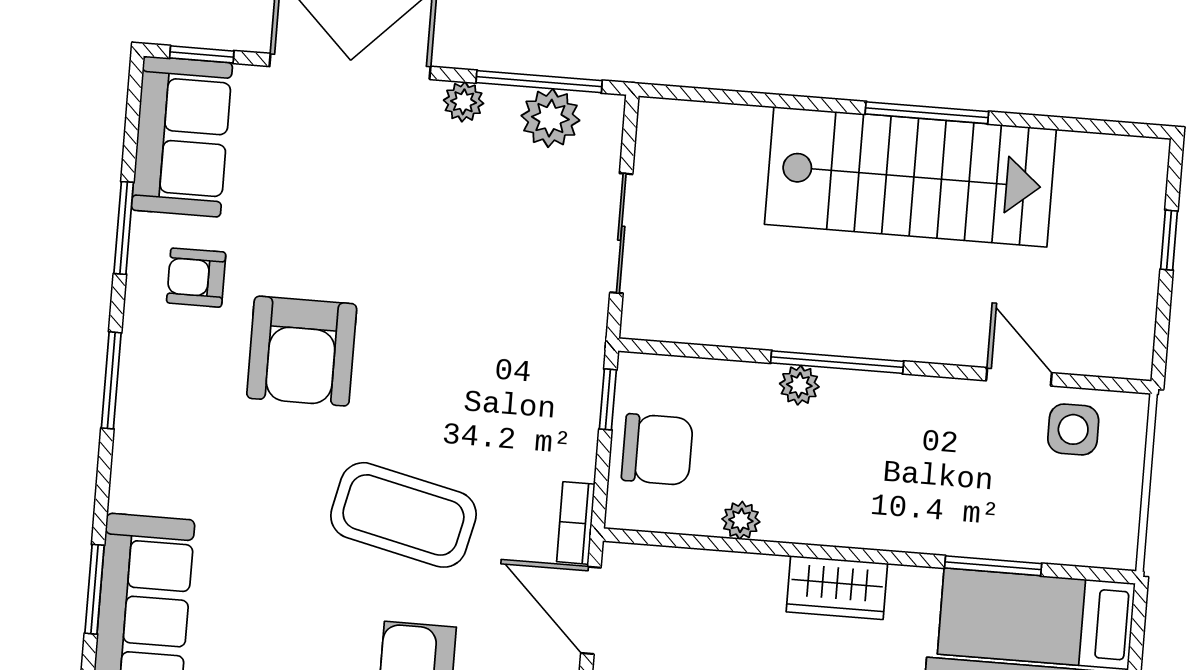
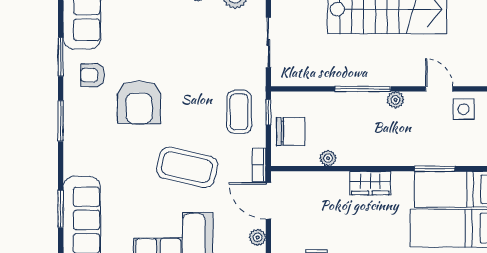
plant: (799, 385) -> (395, 100), moved
coffee table: (538, 393) -> (239, 112), added

